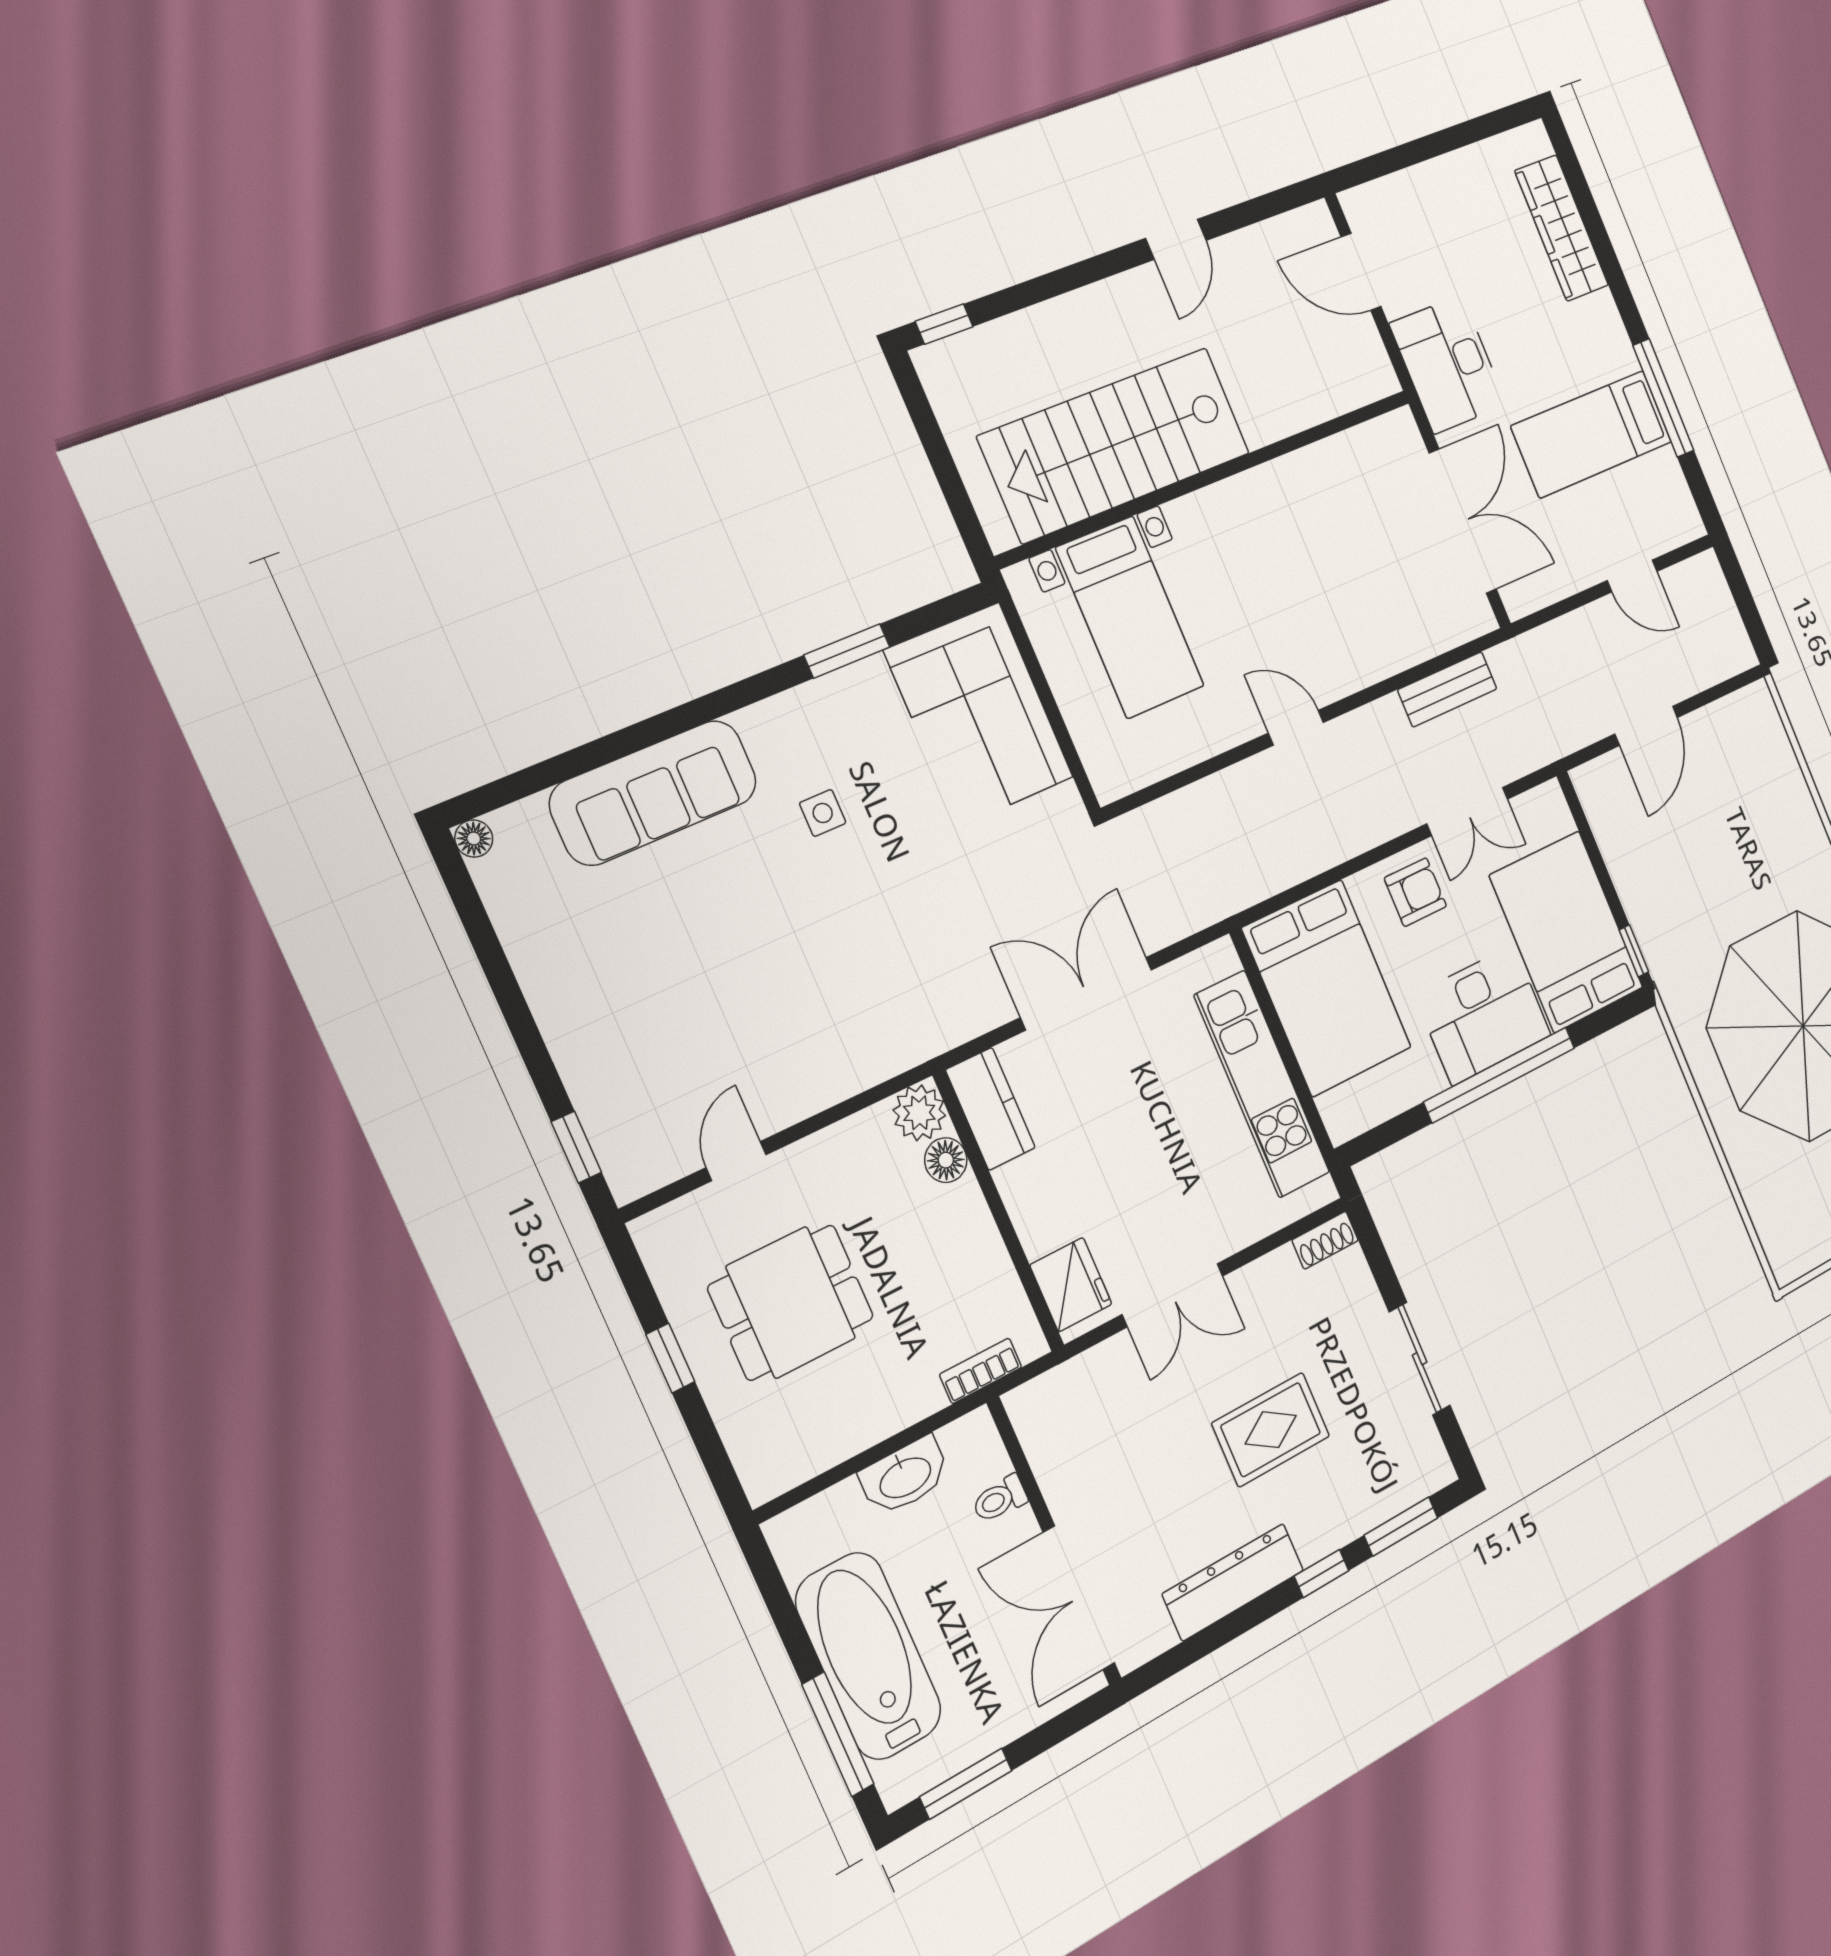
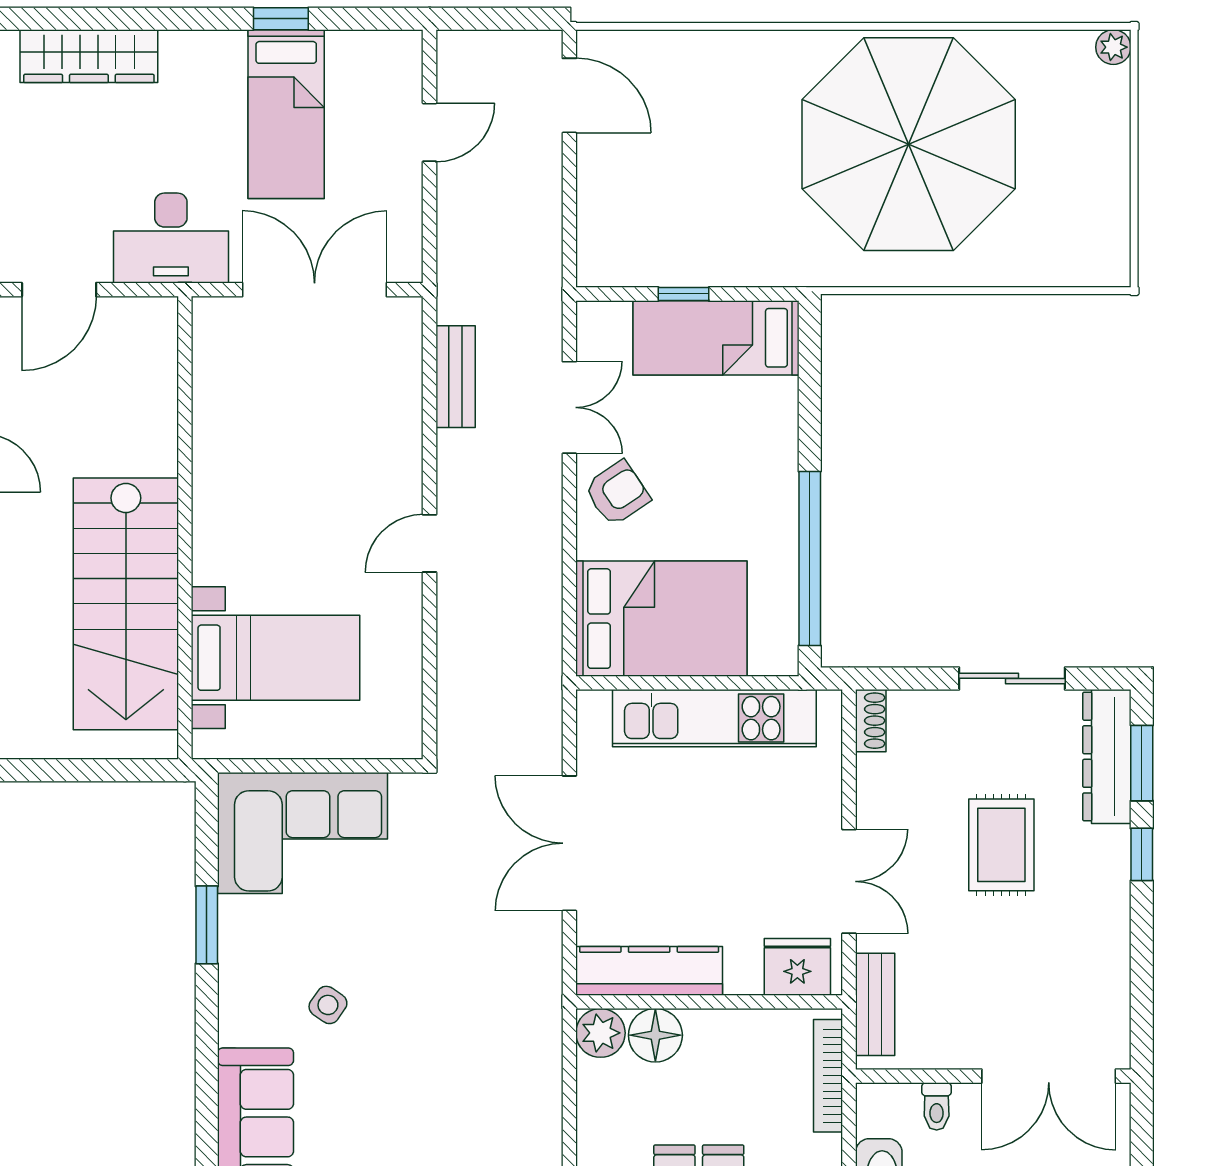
window: (1663, 398) -> (281, 19), width x0.46
door: (1646, 726) -> (569, 95), moved
side table: (823, 813) -> (328, 1005), turned 35
armchair: (1415, 892) -> (617, 493), turned 56
bed: (1566, 932) -> (716, 338), width x0.67
window: (1634, 951) -> (684, 294), moved
desk: (1483, 1015) -> (751, 476), removed
window: (1500, 1075) -> (810, 559), moved
kitchen counter: (990, 1109) -> (649, 971), width x1.50
floor lamp: (946, 1160) -> (655, 1035), width x1.38, depth x1.38
bookcase: (981, 1371) -> (828, 1076), width x1.56
bench: (1070, 1383) -> (875, 1004), added
dresser: (1233, 1582) -> (1107, 757), moved

